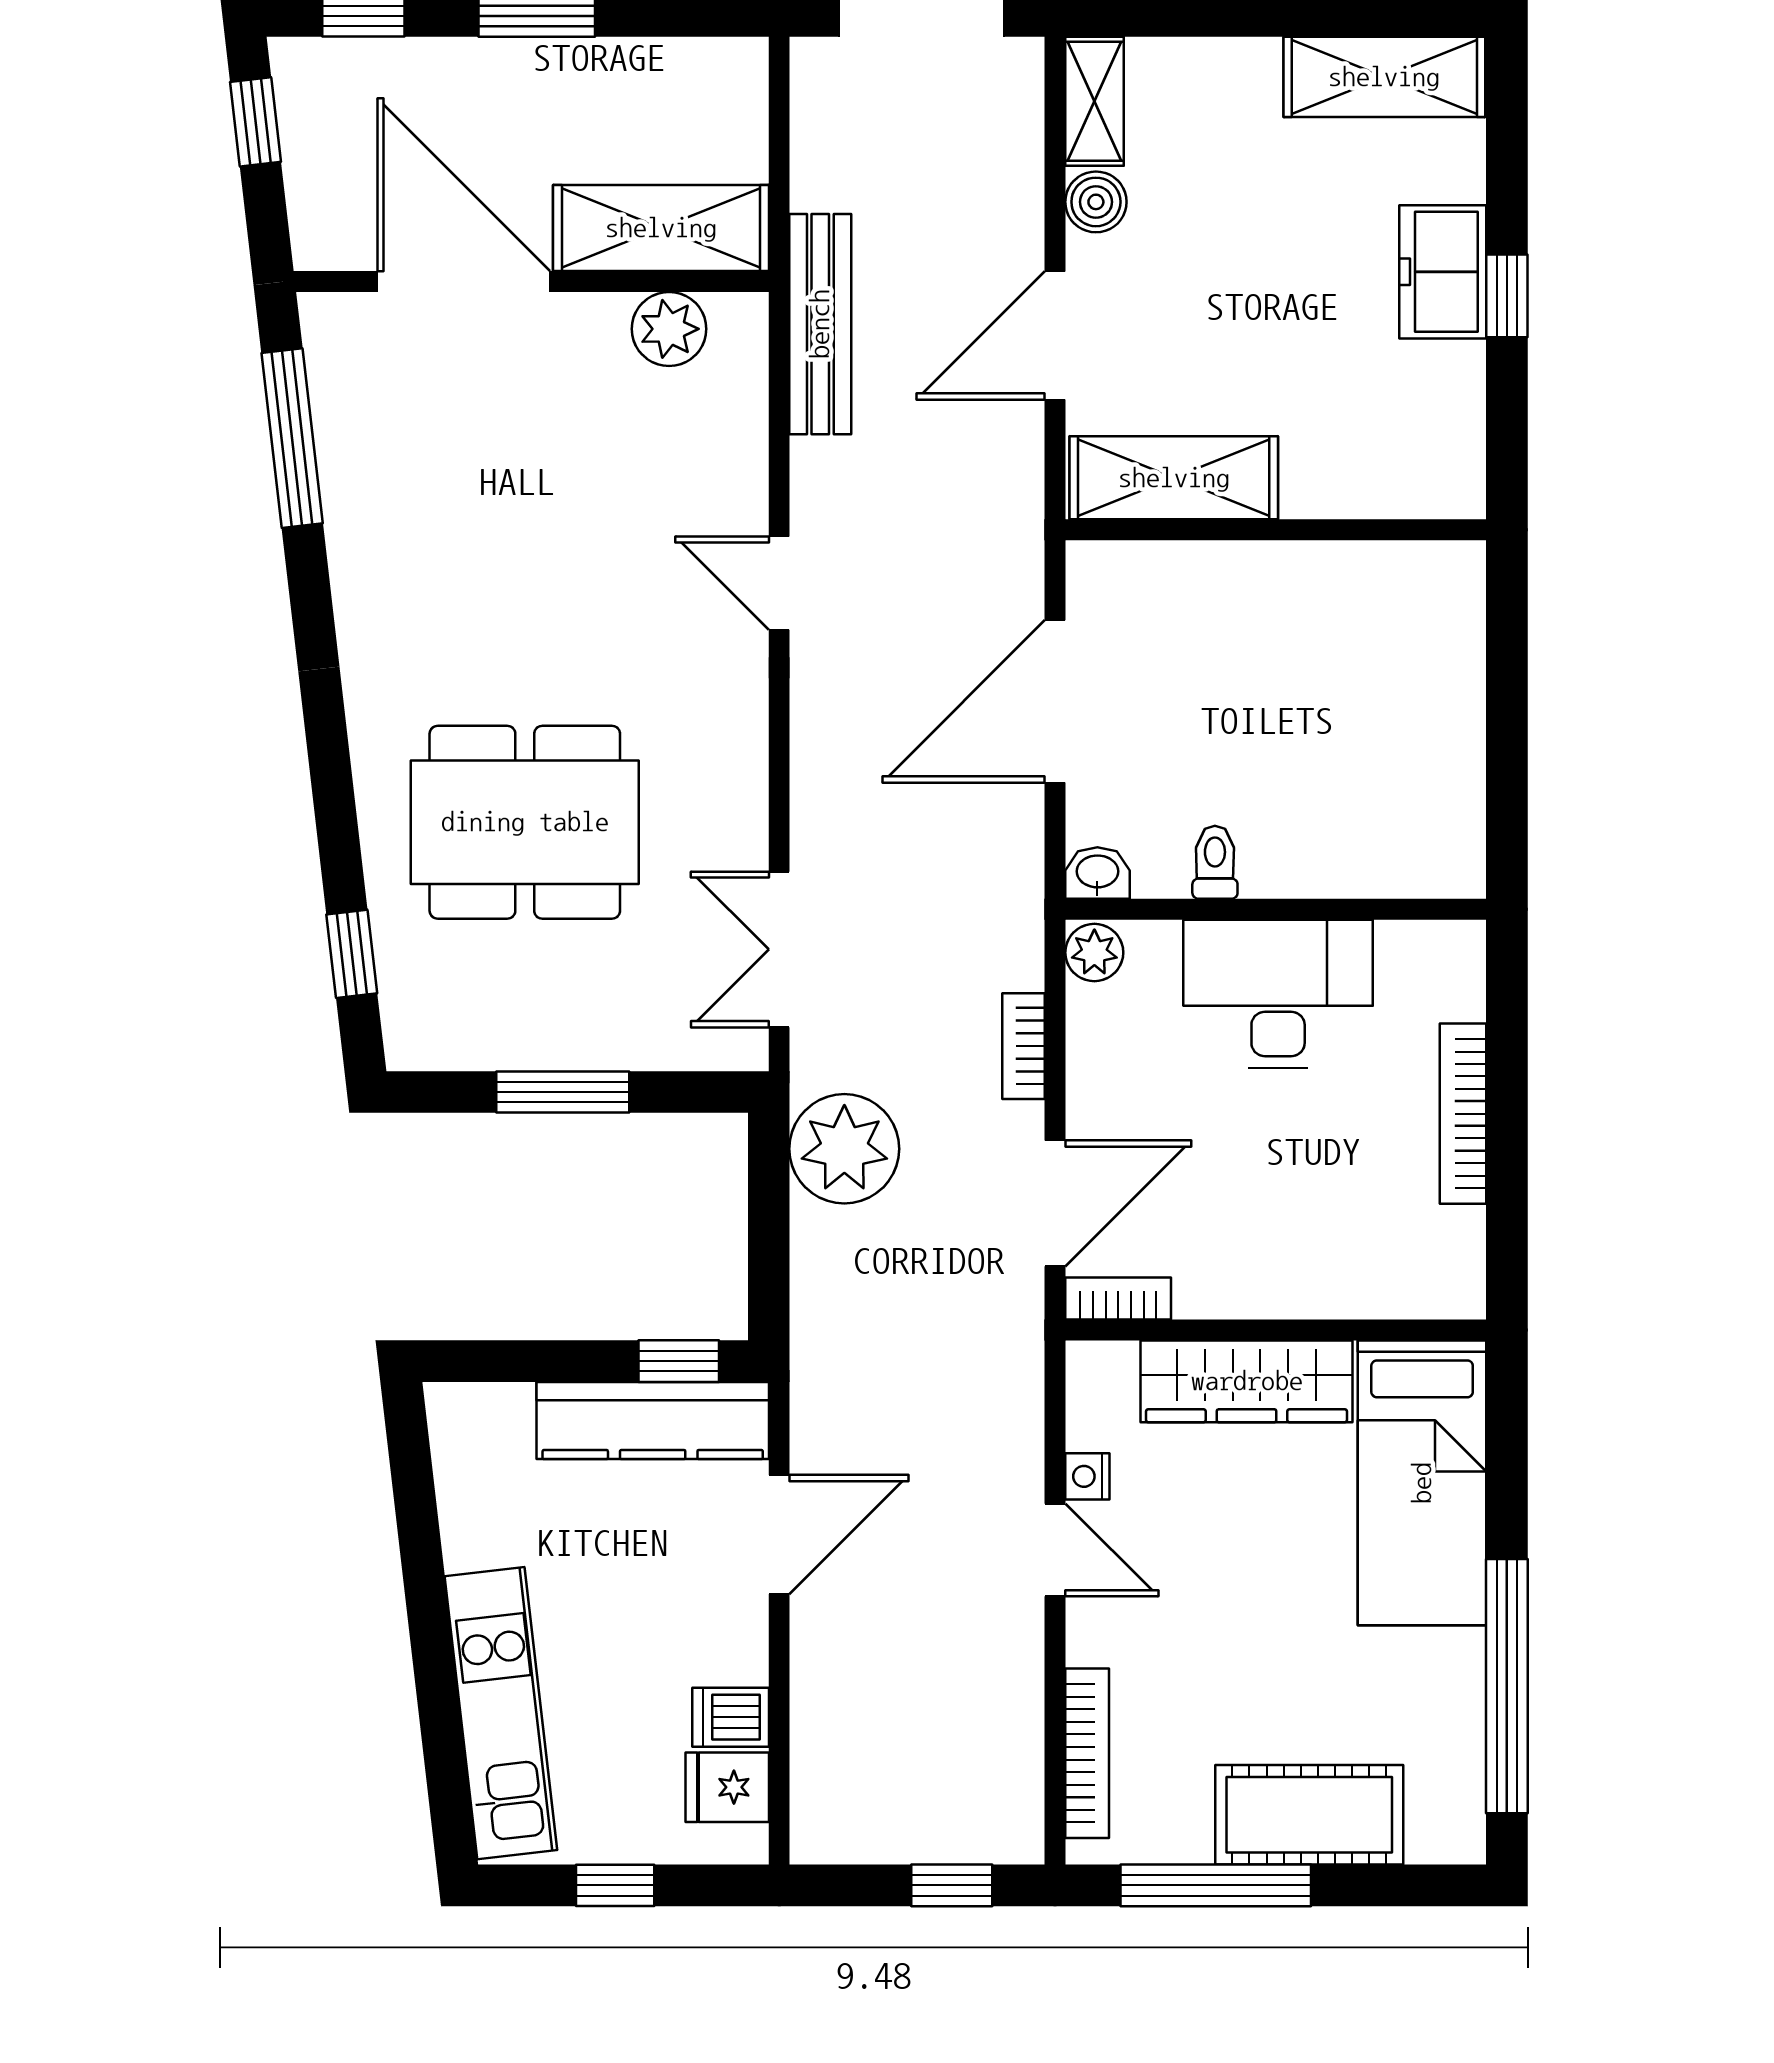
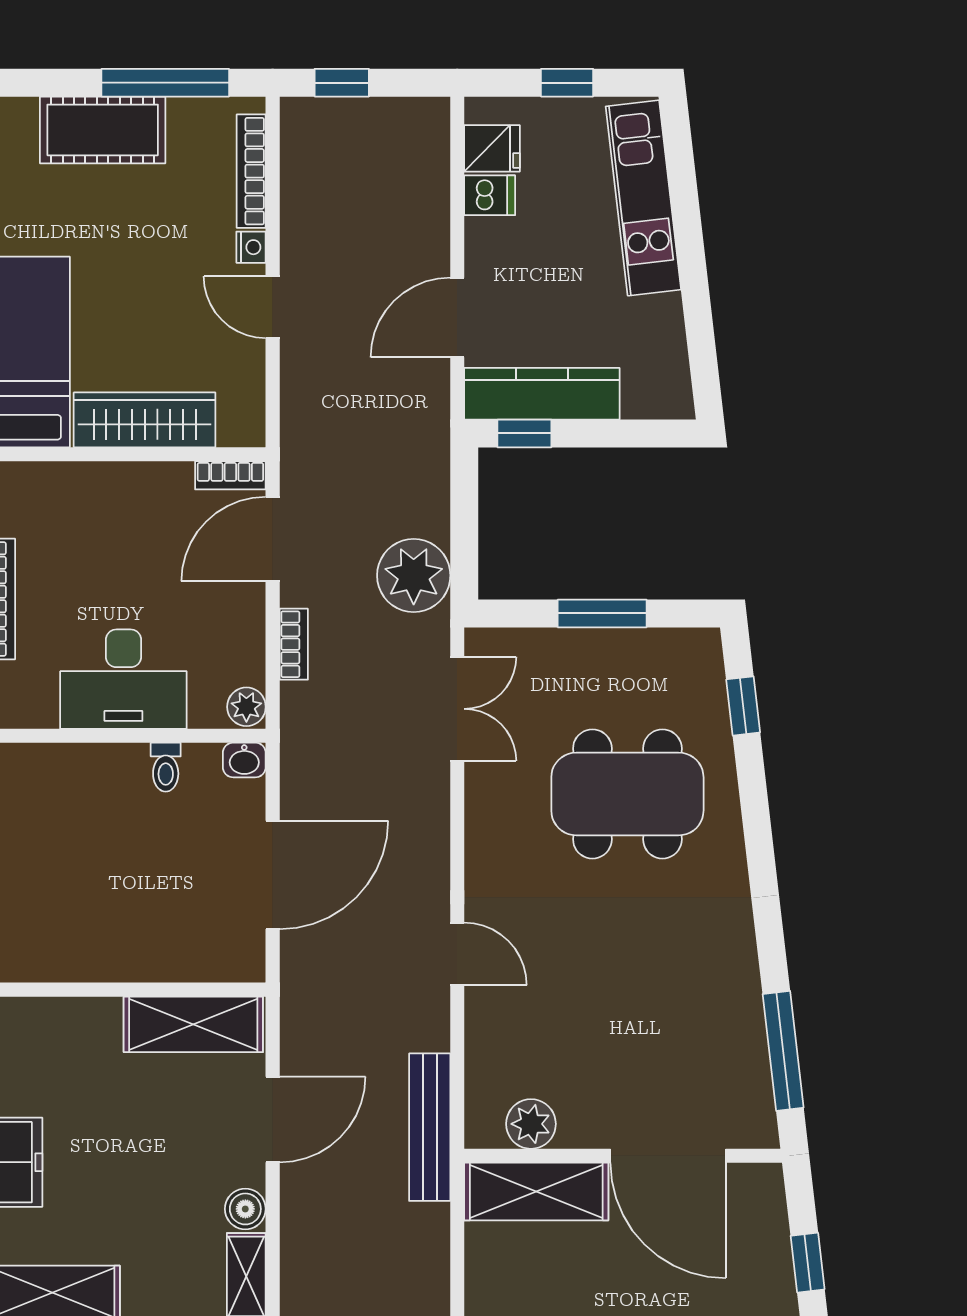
nightstand: (1087, 1476) -> (251, 247), moved

